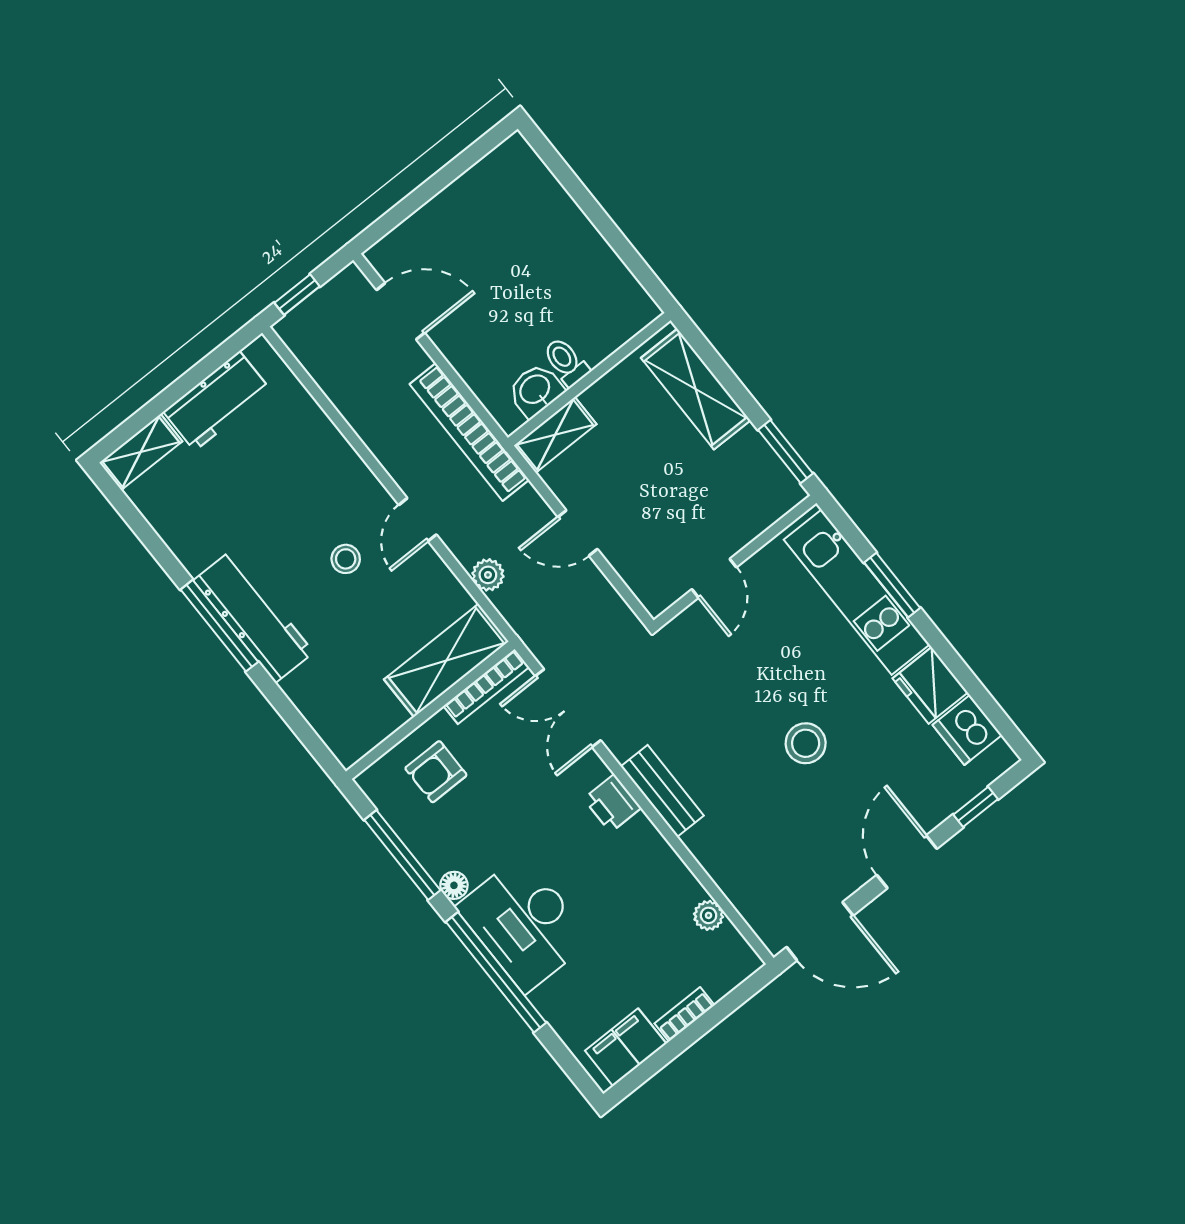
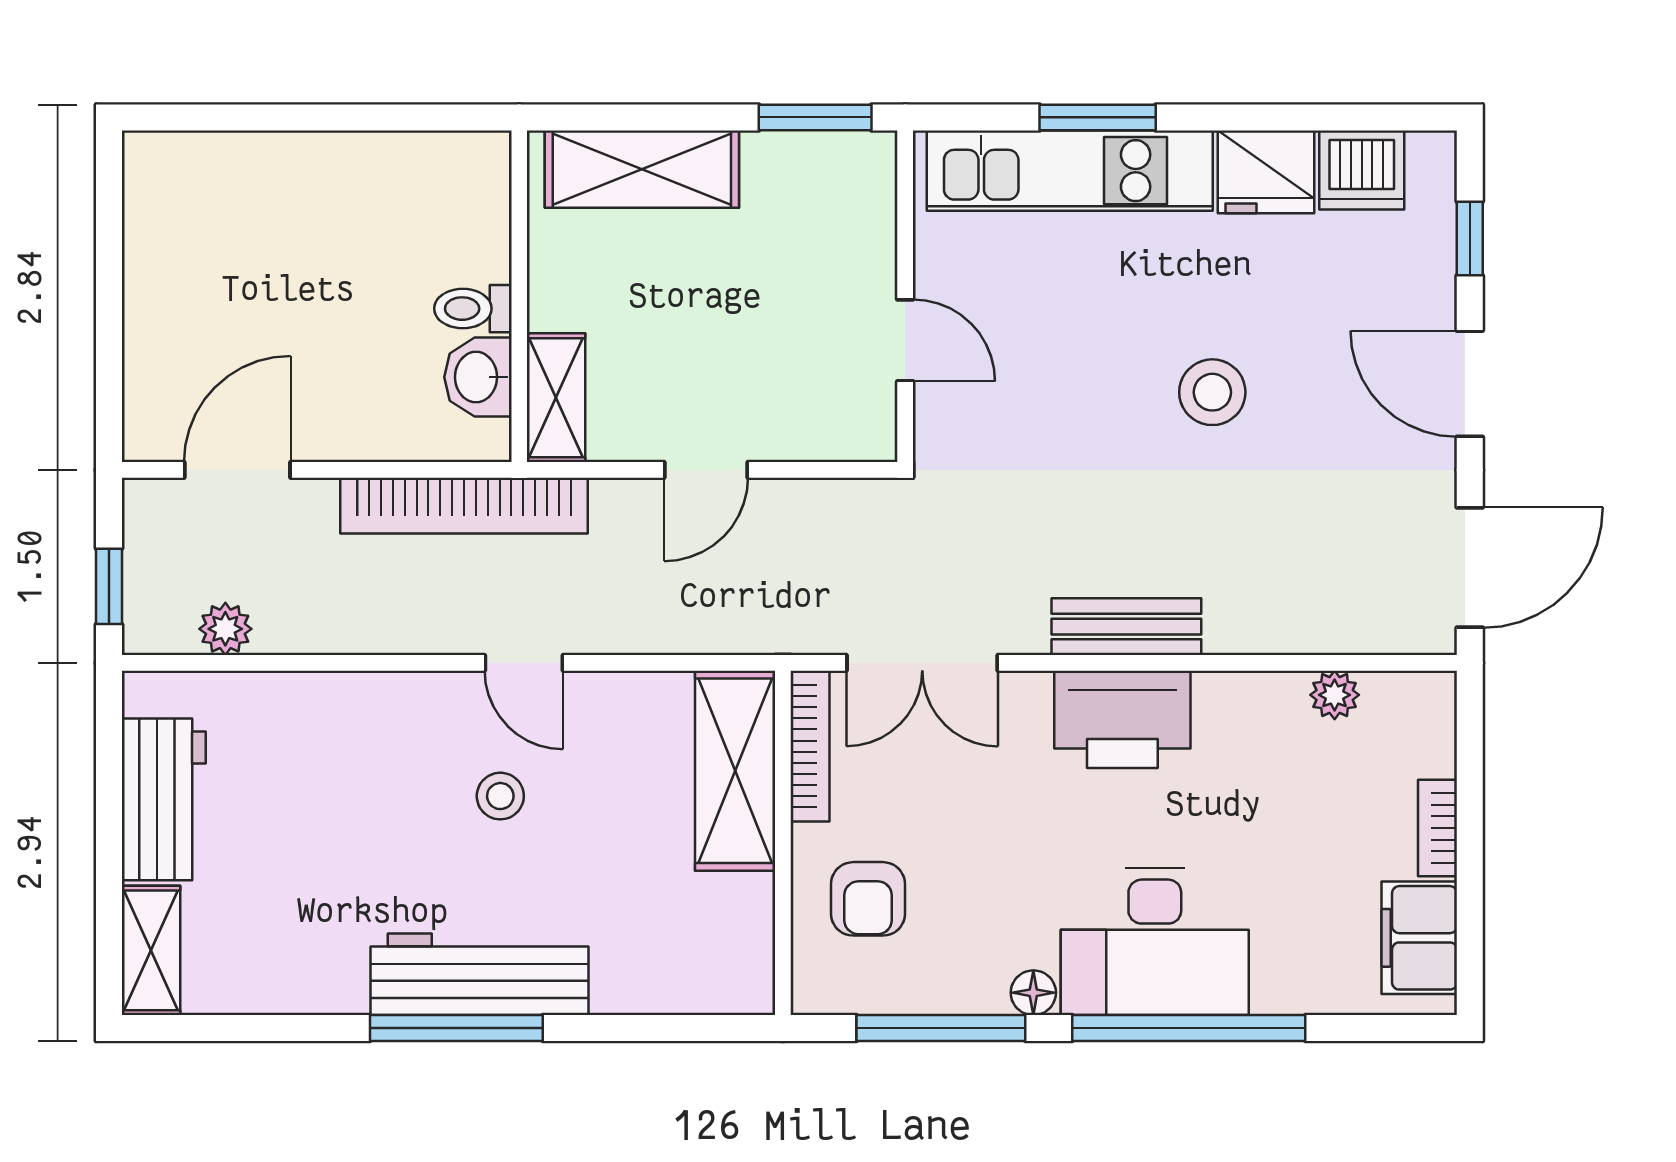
plant: (488, 575) -> (225, 629), moved
printer: (612, 803) -> (1122, 719), width x1.87, depth x1.48

